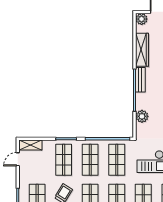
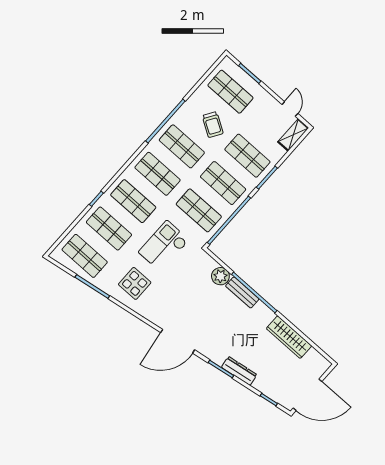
plant: (142, 19) -> (321, 365), removed
bench: (140, 80) -> (242, 292), moved

